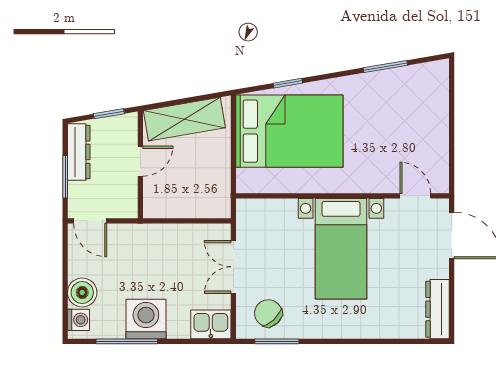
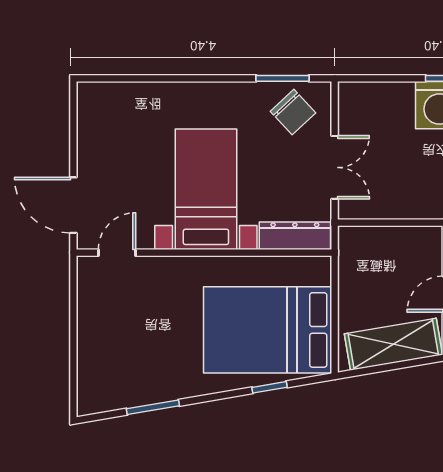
door: (415, 196) -> (117, 253), swing flipped
dresser: (438, 309) -> (295, 236), moved, turned -90
kitchen sink: (211, 324) -> (362, 99), removed

